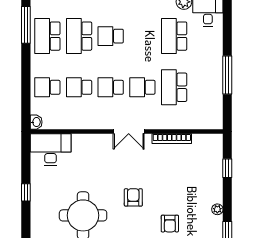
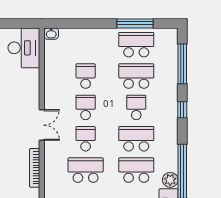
window: (26, 25) -> (135, 23), moved
school desk: (47, 87) -> (136, 139), moved, width x1.85
double door: (129, 131) -> (42, 125), swing flipped

